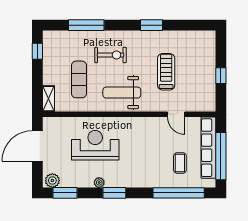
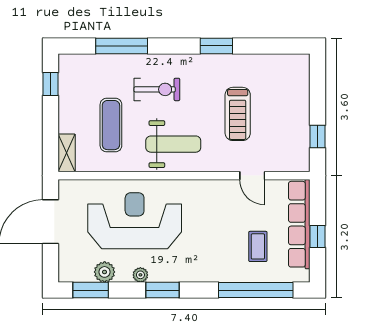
treadmill: (166, 72) -> (238, 114), turned 180
window: (221, 76) -> (317, 136), moved
weight bench: (122, 93) -> (173, 144), turned 180
reception desk: (95, 145) -> (135, 221), width x1.36, depth x1.30
window: (221, 156) -> (317, 237), width x0.32
plant: (52, 181) -> (105, 272), moved

